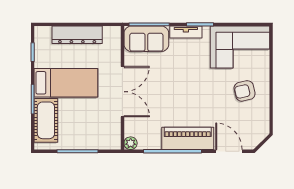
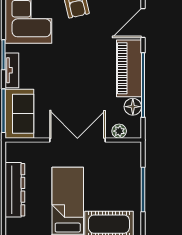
floor lamp: (153, 142) -> (133, 107), added
plant: (131, 143) -> (119, 131), moved

